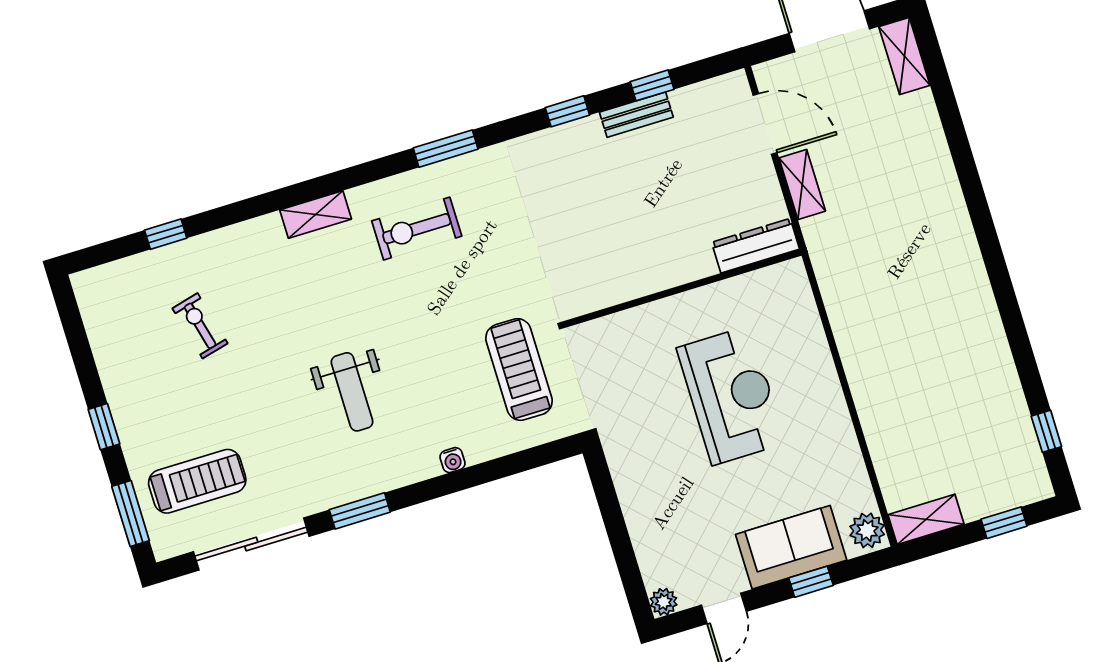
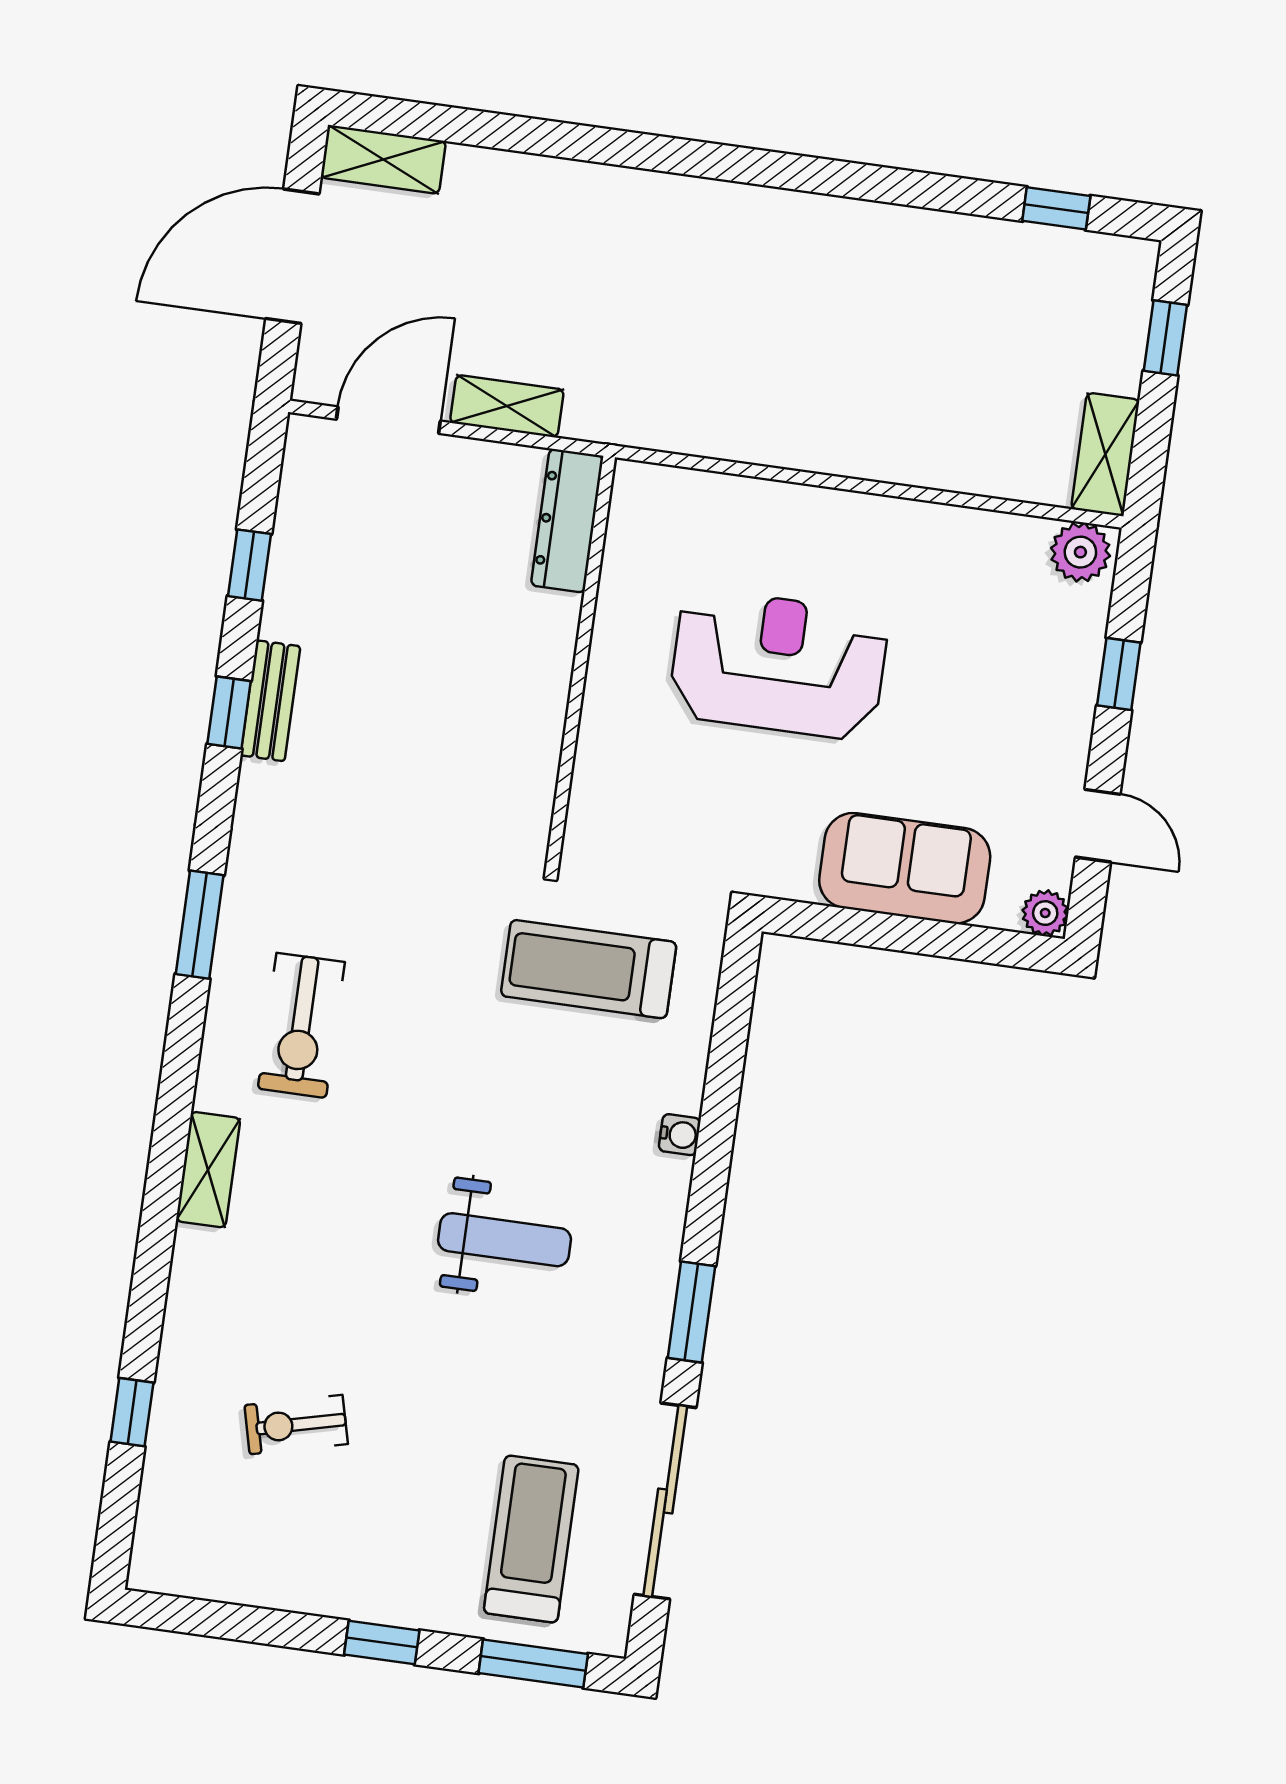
bench: (636, 115) -> (270, 701), moved
sofa: (791, 547) -> (905, 868), moved, turned 90

